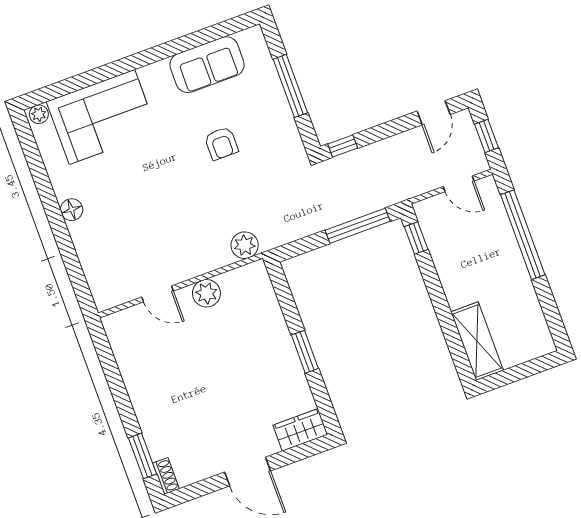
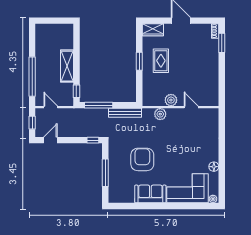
sofa: (207, 65) -> (150, 194), moved
armchair: (221, 143) -> (142, 159), width x1.88, depth x1.88
floor lamp: (72, 210) -> (214, 167), moved
bench: (295, 230) -> (125, 113), added
plant: (245, 245) -> (160, 114), moved
shelving: (477, 341) -> (67, 66), moved
rug: (259, 370) -> (161, 61), added

